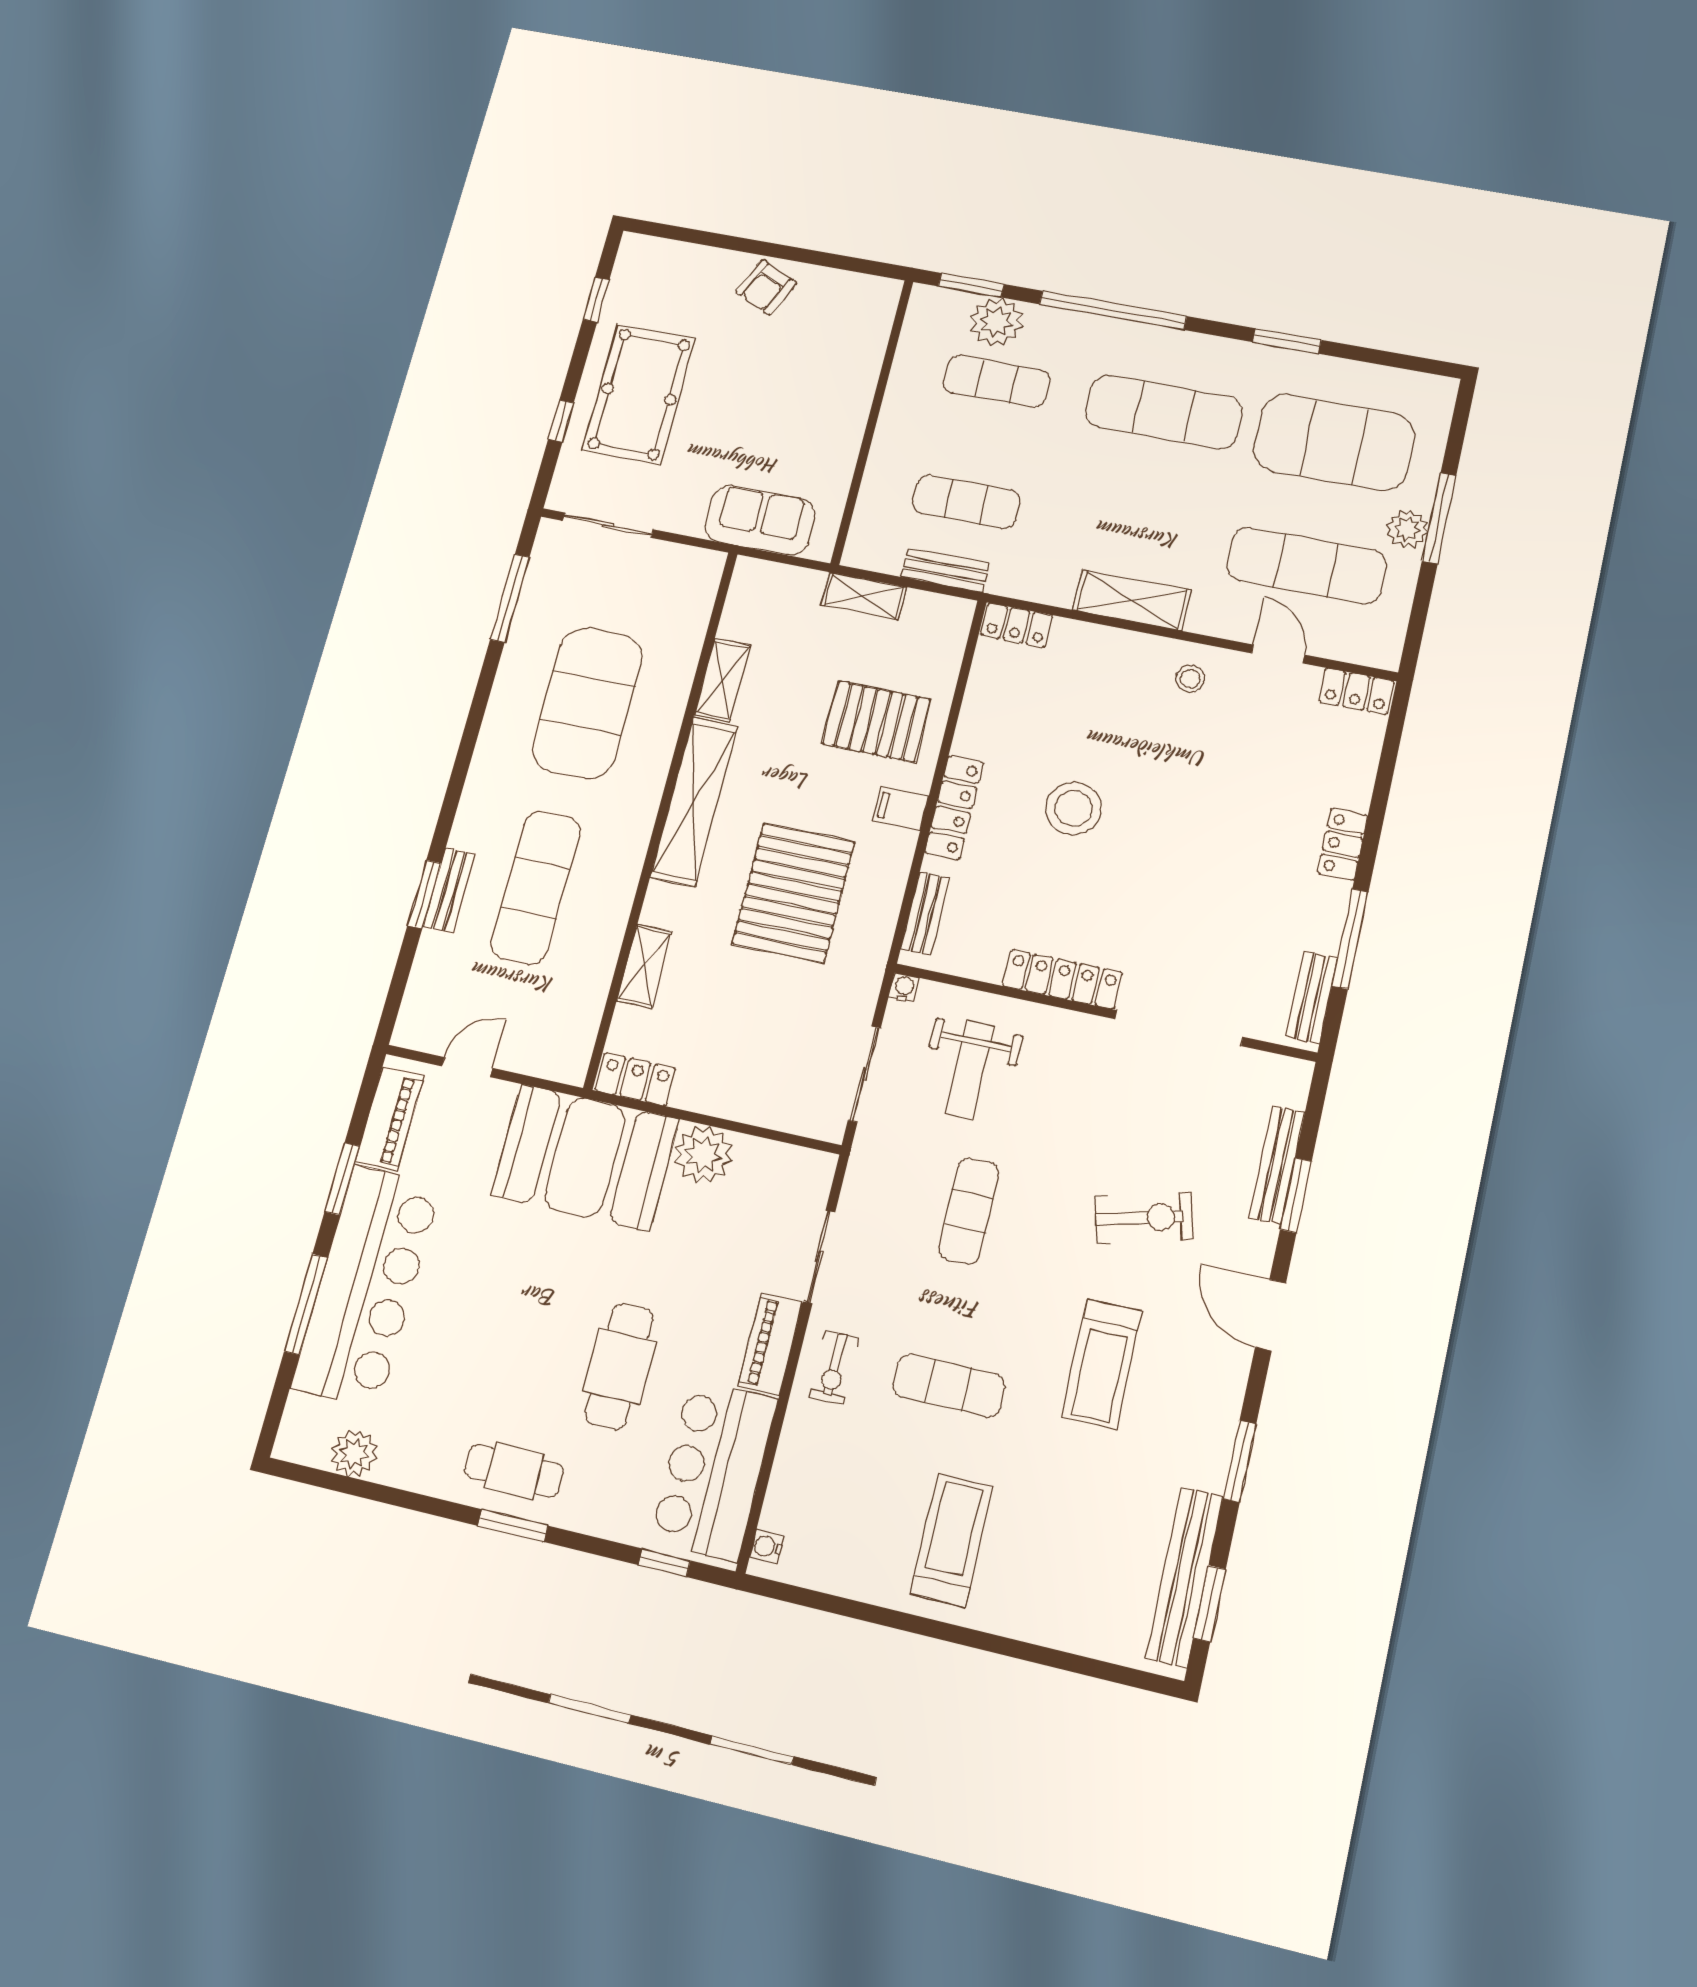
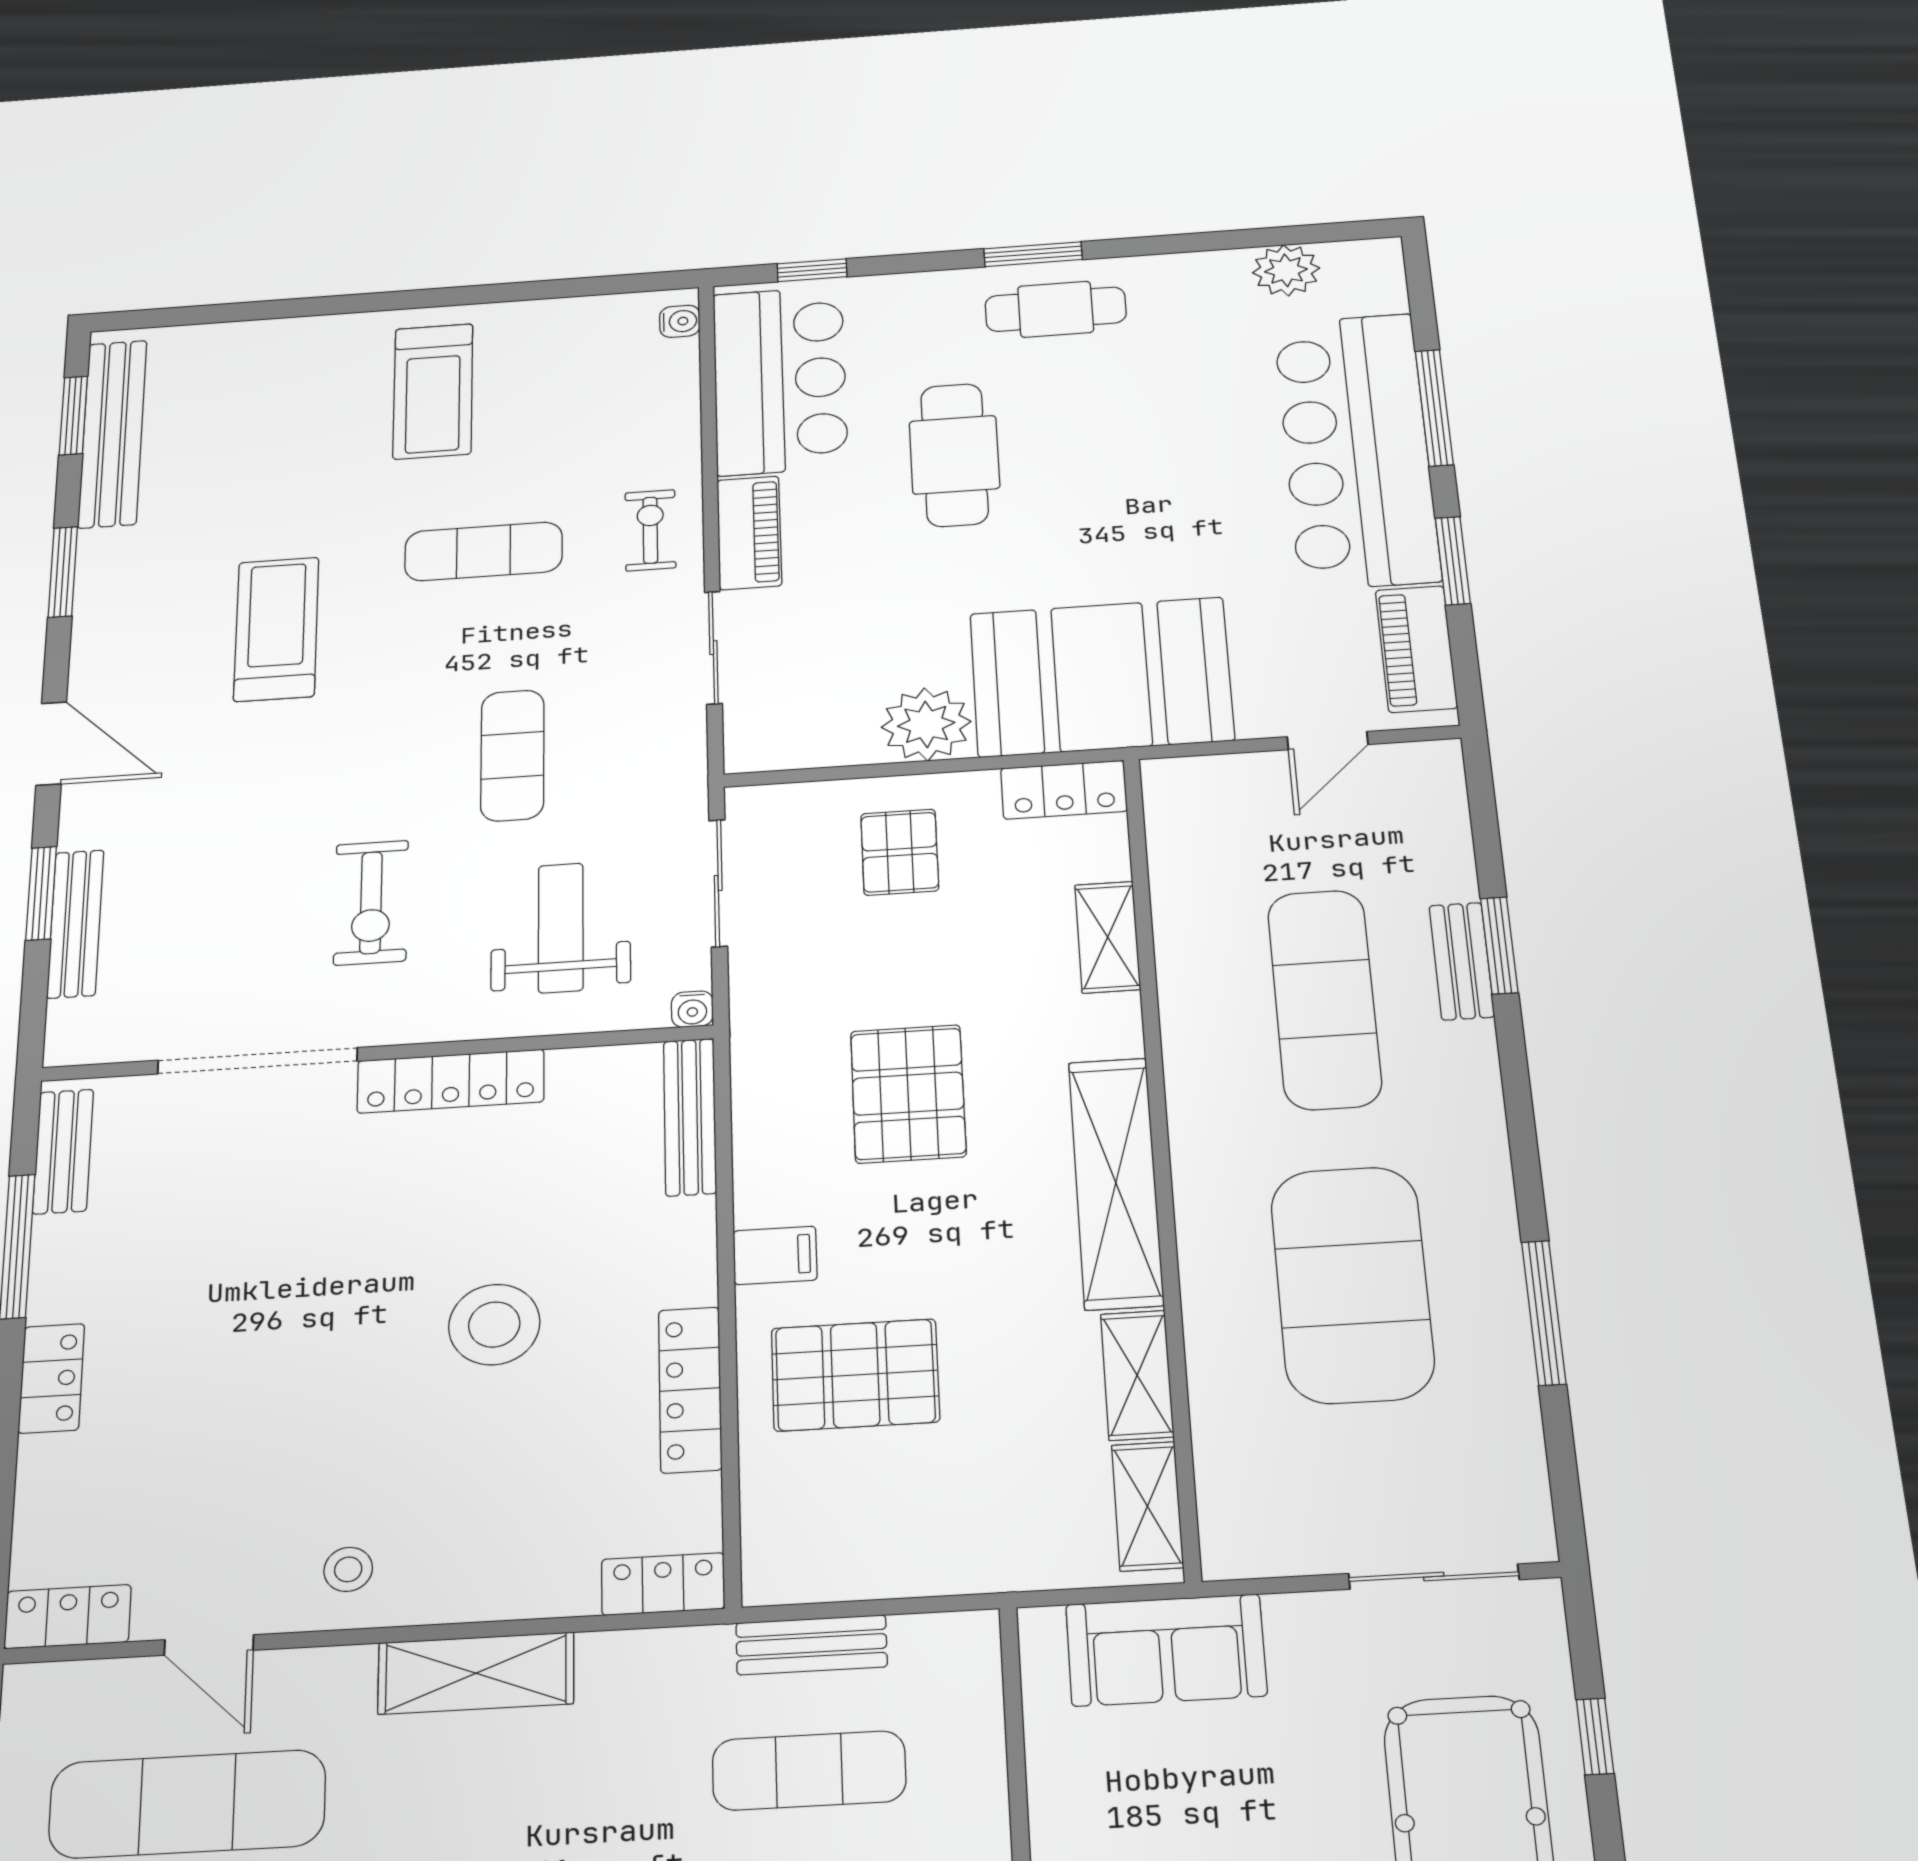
shelving: (864, 596) -> (1147, 1506), moved, turned 90
window: (510, 598) -> (1544, 1313), moved
locker: (954, 807) -> (690, 1390), moved
pallet: (793, 893) -> (908, 1094), width x0.73, depth x0.71
bench: (925, 914) -> (690, 1117), width x1.36
pallet: (748, 1063) -> (900, 852), added
exercise bike: (1144, 1218) -> (371, 903), moved, turned -75

